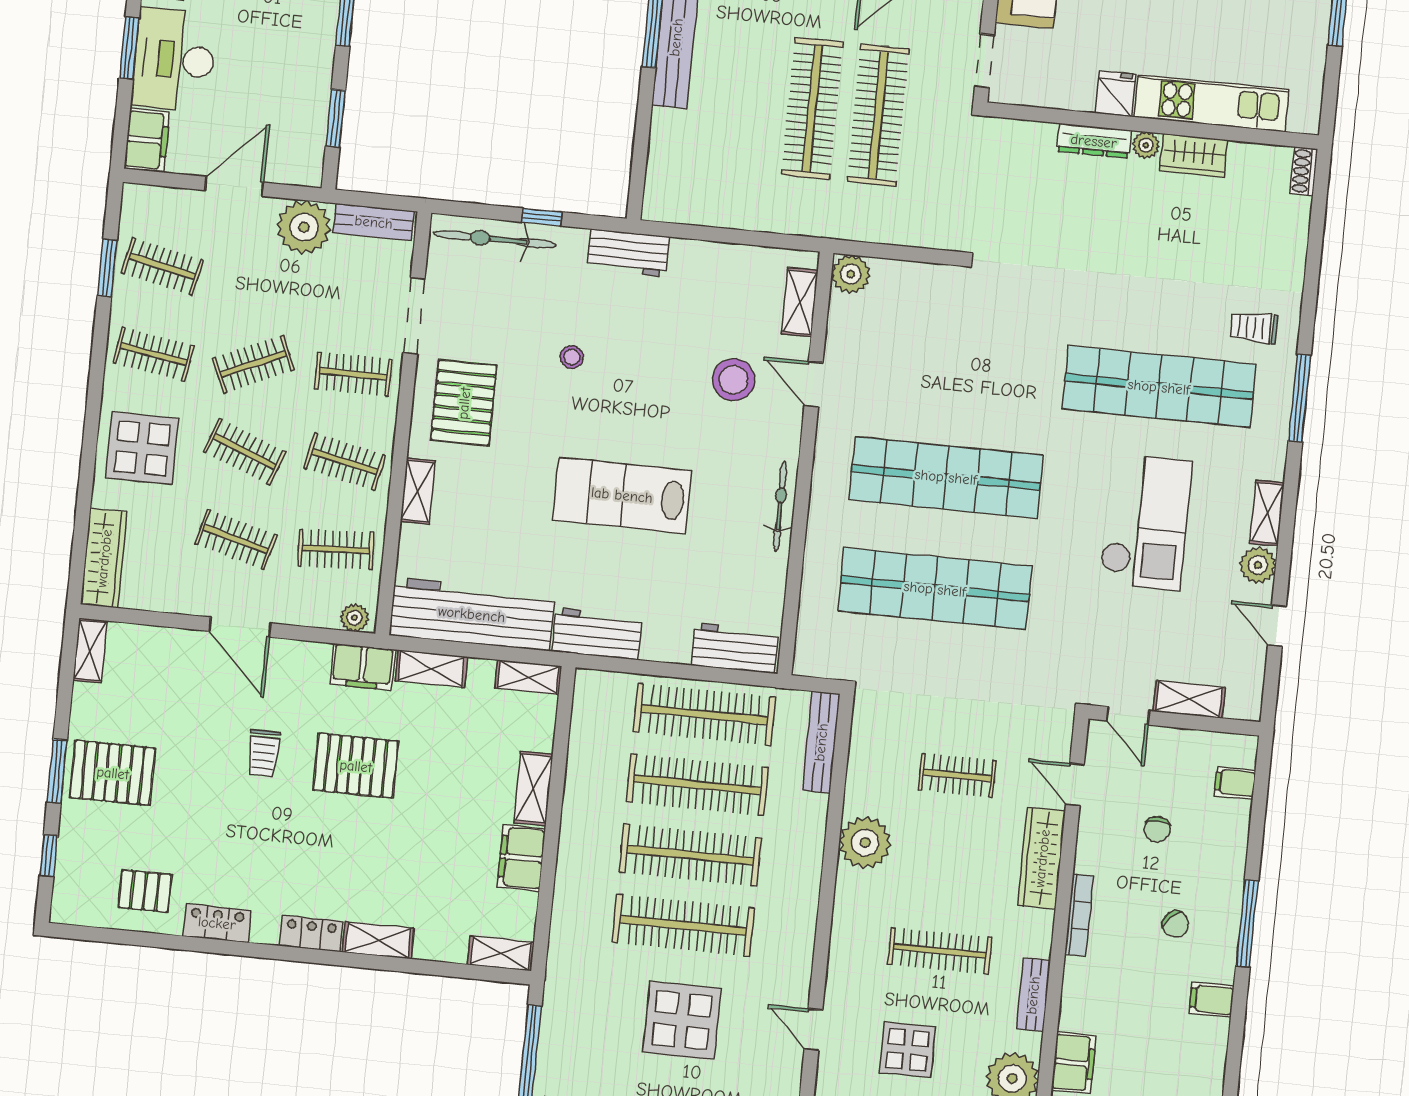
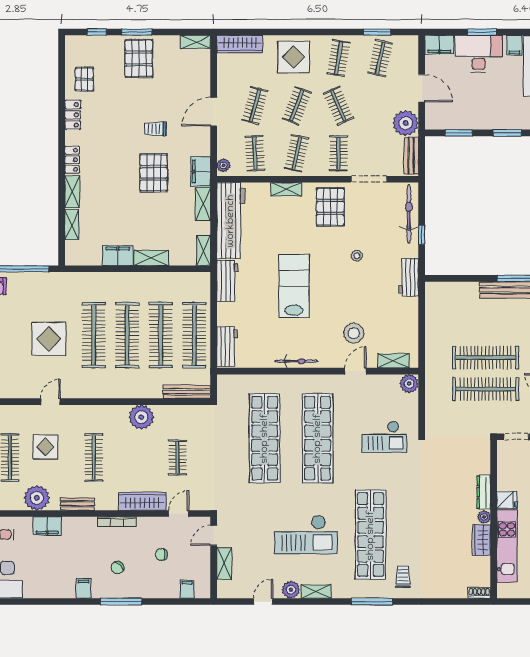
checkout: (957, 338) -> (384, 437), added
pallet: (464, 403) -> (330, 207), turned 90
shelving: (501, 953) -> (72, 225), moved

